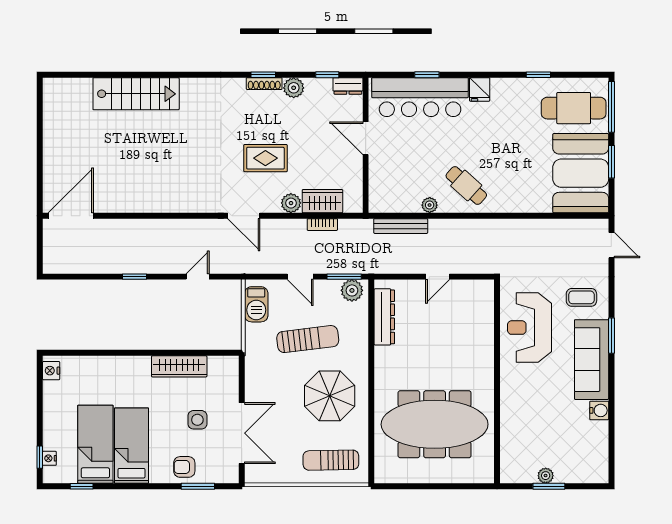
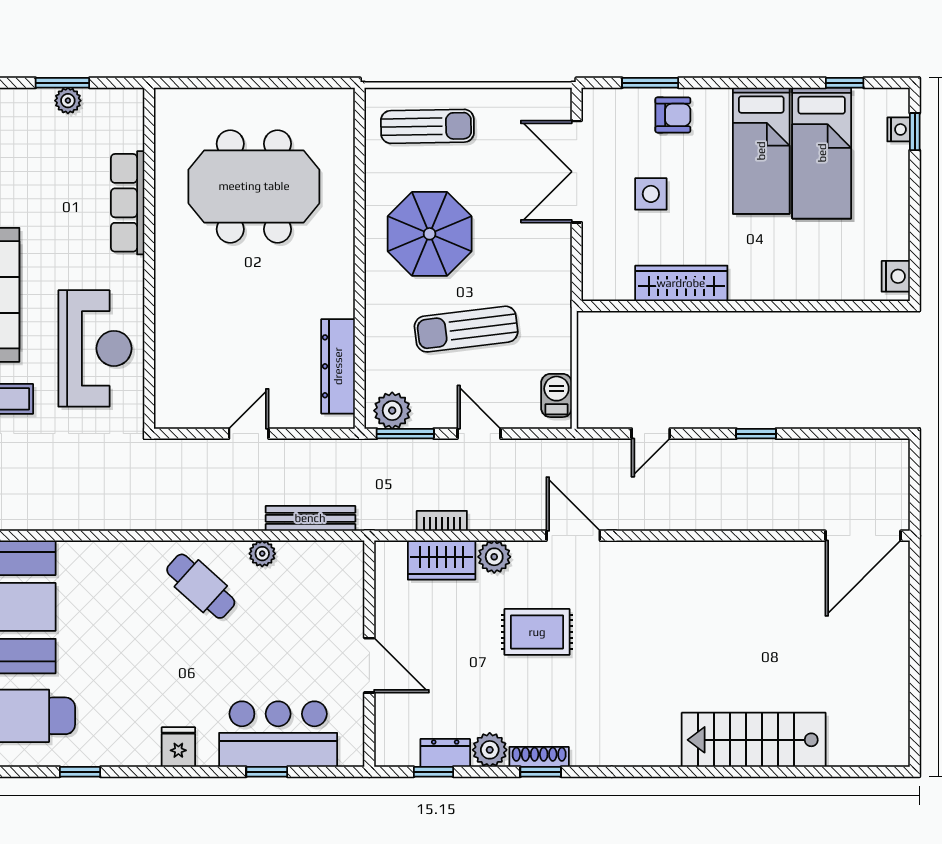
dresser: (348, 86) -> (445, 753), moved
bar counter: (420, 97) -> (278, 734), width x0.73
barbecue: (256, 304) -> (556, 395), width x0.73, depth x0.79
row of seats: (510, 414) -> (128, 203), added
meeting table: (435, 424) -> (254, 186), width x0.73

